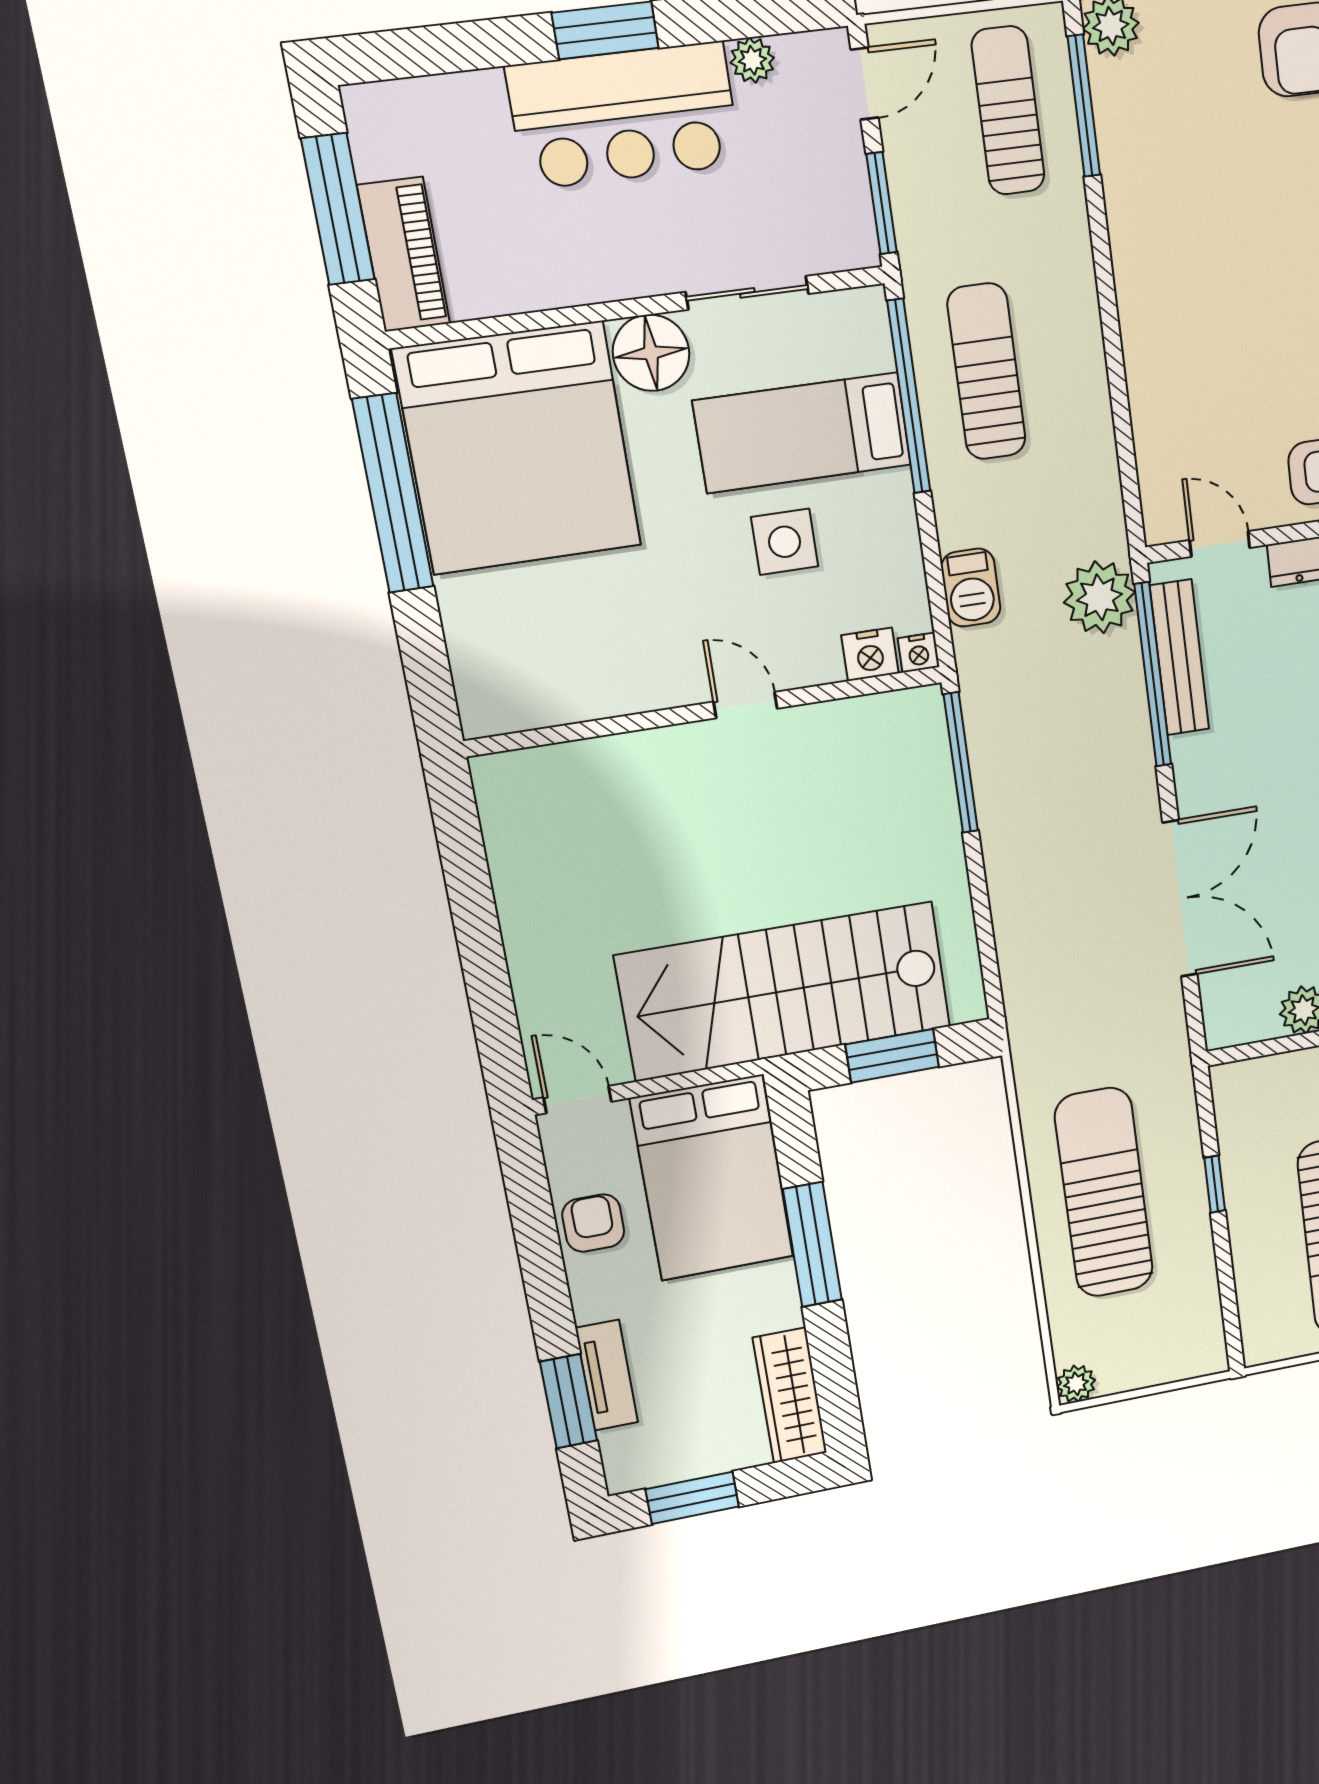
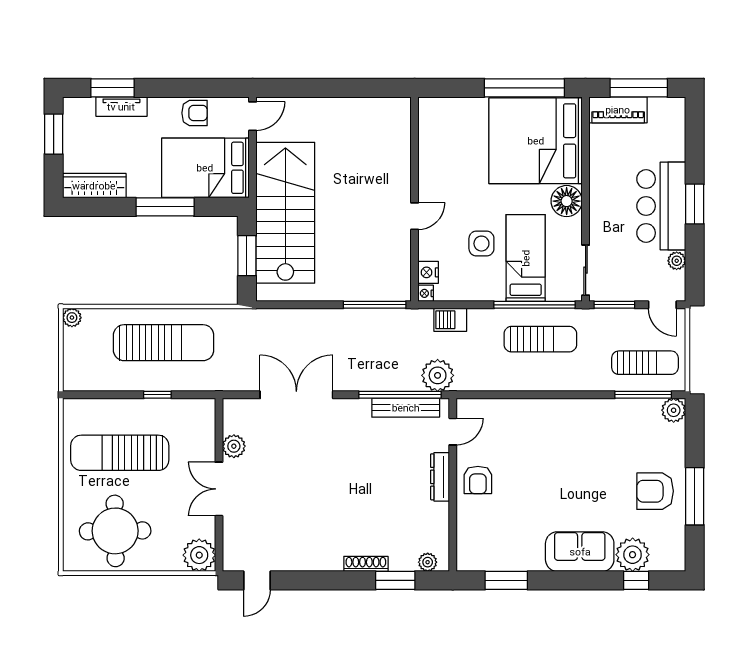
sliding door: (747, 293) -> (586, 270), moved
double door: (1180, 899) -> (296, 395), swing flipped

